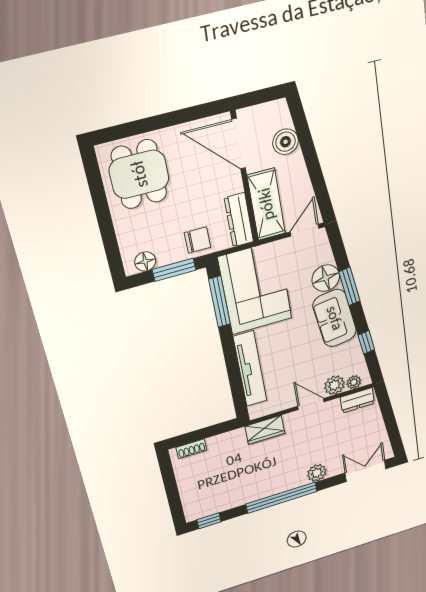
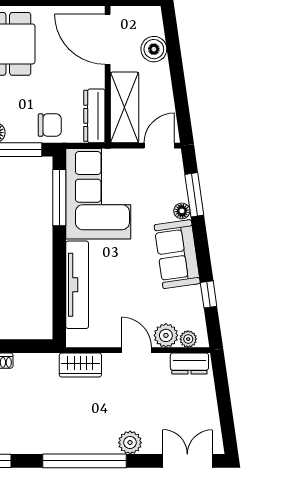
floor lamp: (326, 278) -> (182, 211), width x0.53, depth x0.53
window: (350, 286) -> (194, 195), moved

